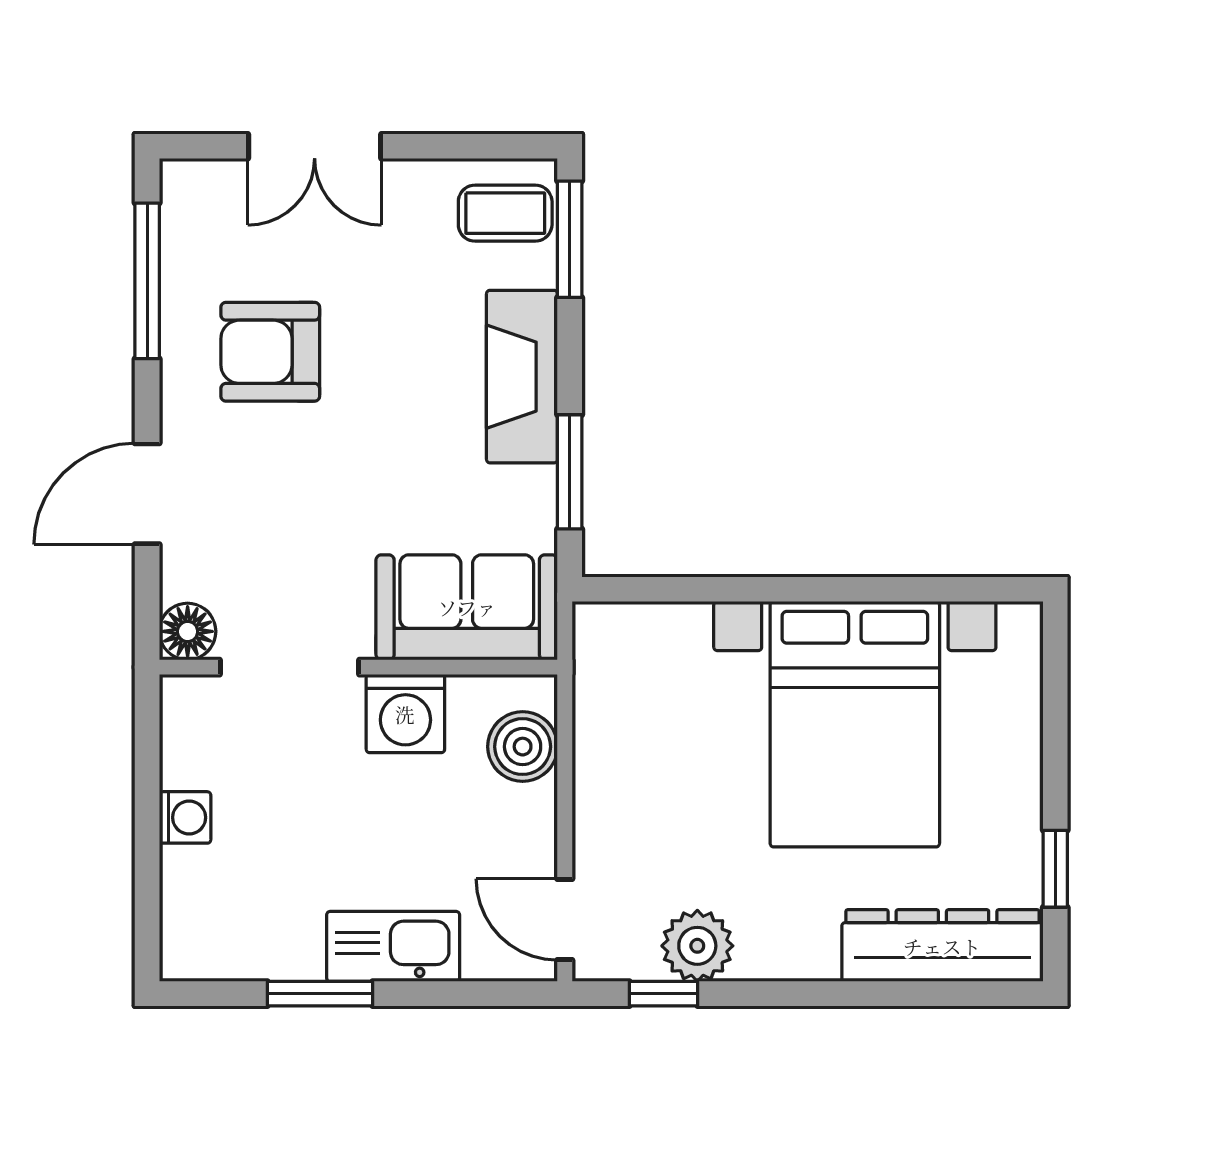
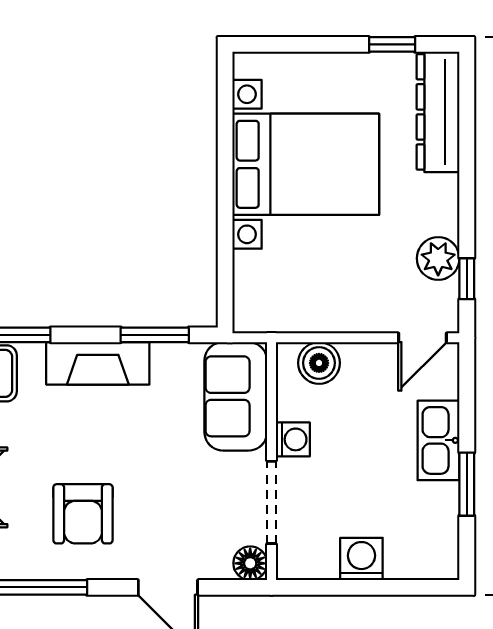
washing machine: (405, 714) -> (293, 439), width x0.73, depth x0.73
washing machine: (185, 817) -> (361, 559), width x1.38, depth x1.38

